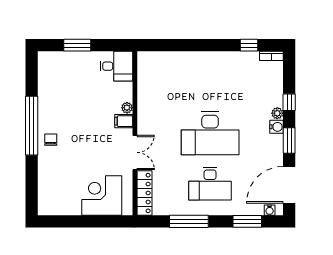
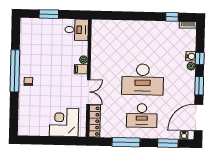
water cooler: (276, 127) -> (191, 56), moved

